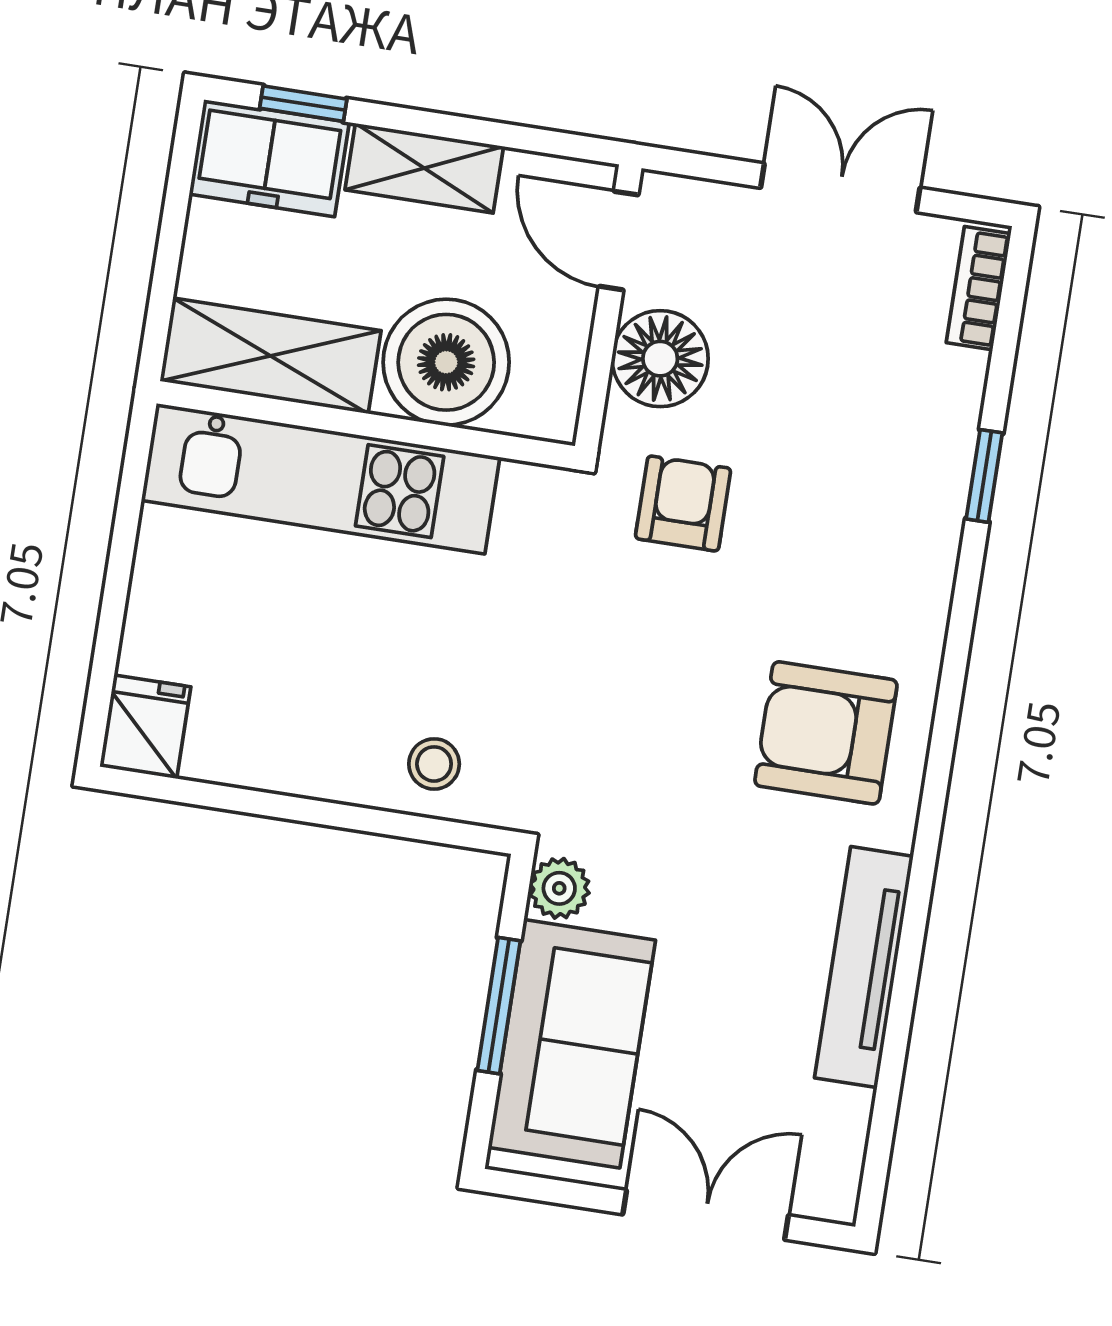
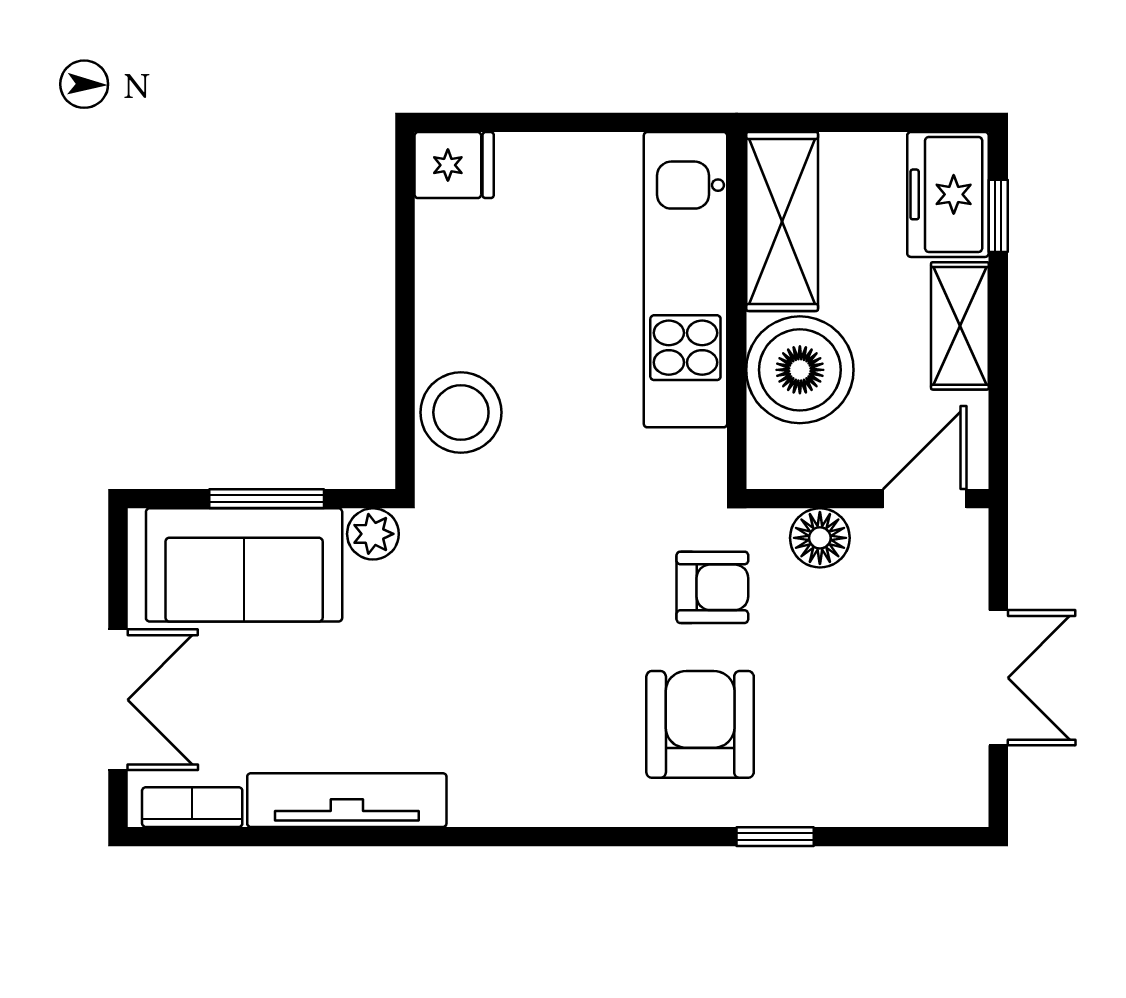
bookcase: (979, 288) -> (192, 807), moved
floor lamp: (660, 359) -> (820, 538), width x0.73, depth x0.73
armchair: (826, 733) -> (700, 724), moved
stool: (434, 764) -> (461, 412), width x1.89, depth x1.89

